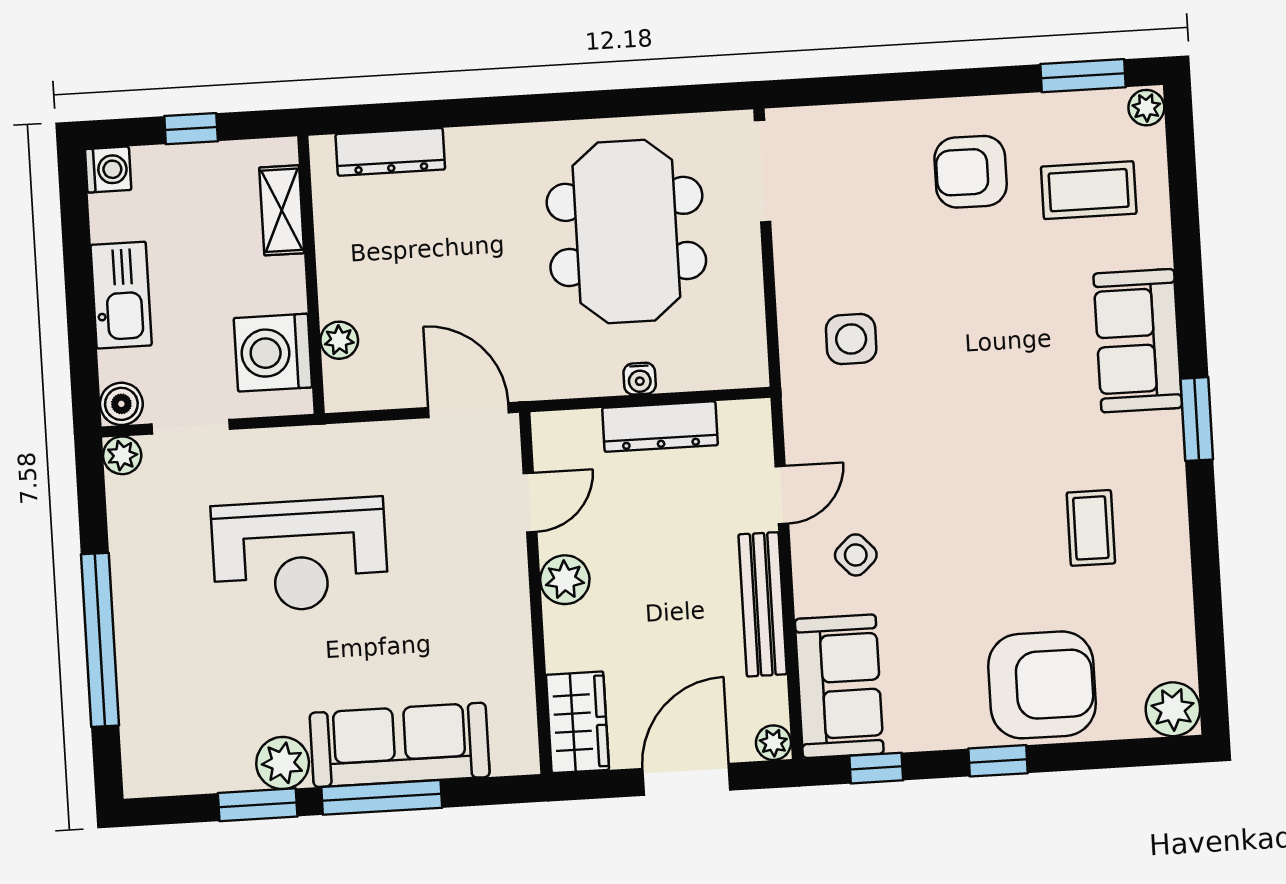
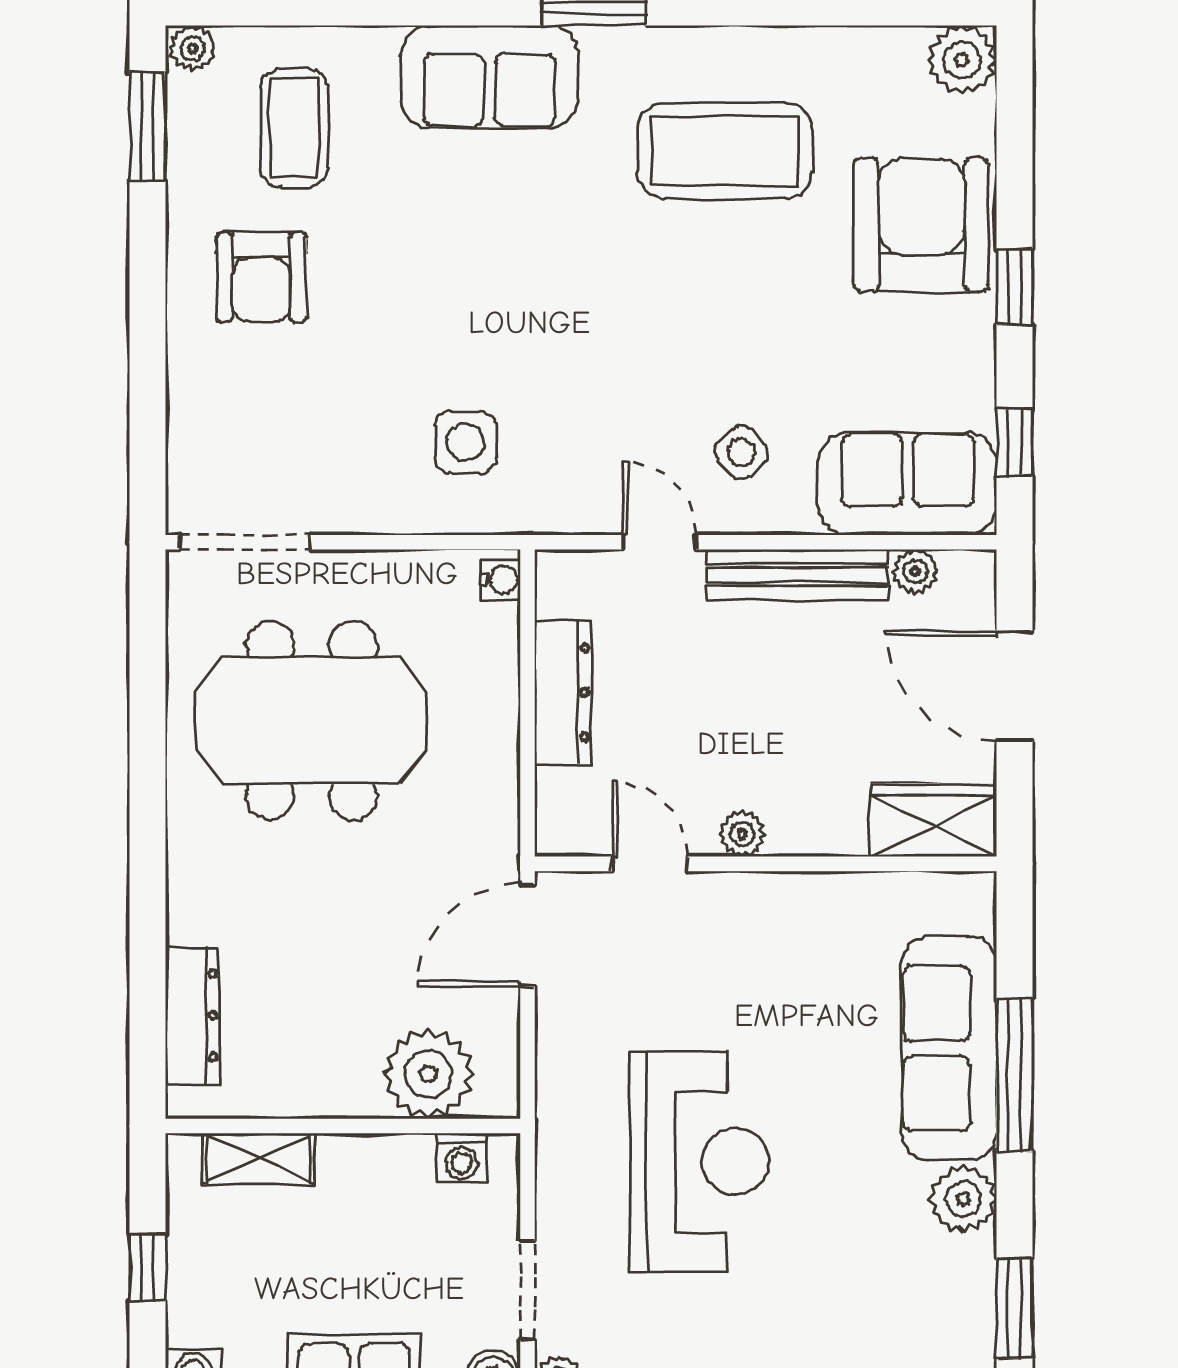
plant: (339, 340) -> (428, 1074), width x1.88, depth x1.88
washing machine: (273, 353) -> (462, 1158), width x0.53, depth x0.53
water cooler: (640, 379) -> (500, 580), moved
coffee table: (1091, 528) -> (725, 151), width x1.86, depth x1.72
plant: (565, 580) -> (742, 834), width x0.73, depth x0.73
plant: (773, 743) -> (915, 572), moved
window: (258, 805) -> (1015, 1308), moved

